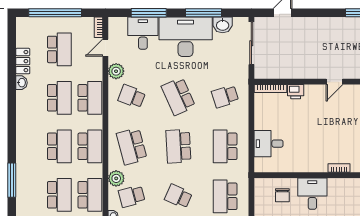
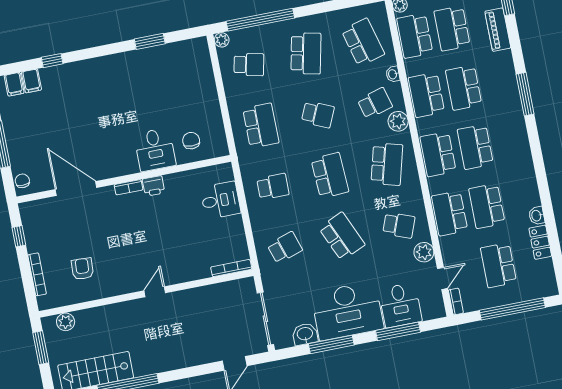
printer: (296, 92) -> (154, 186), moved, turned 180
school desk: (132, 146) -> (387, 164), turned 30
school desk: (225, 146) -> (273, 187), width x0.54

